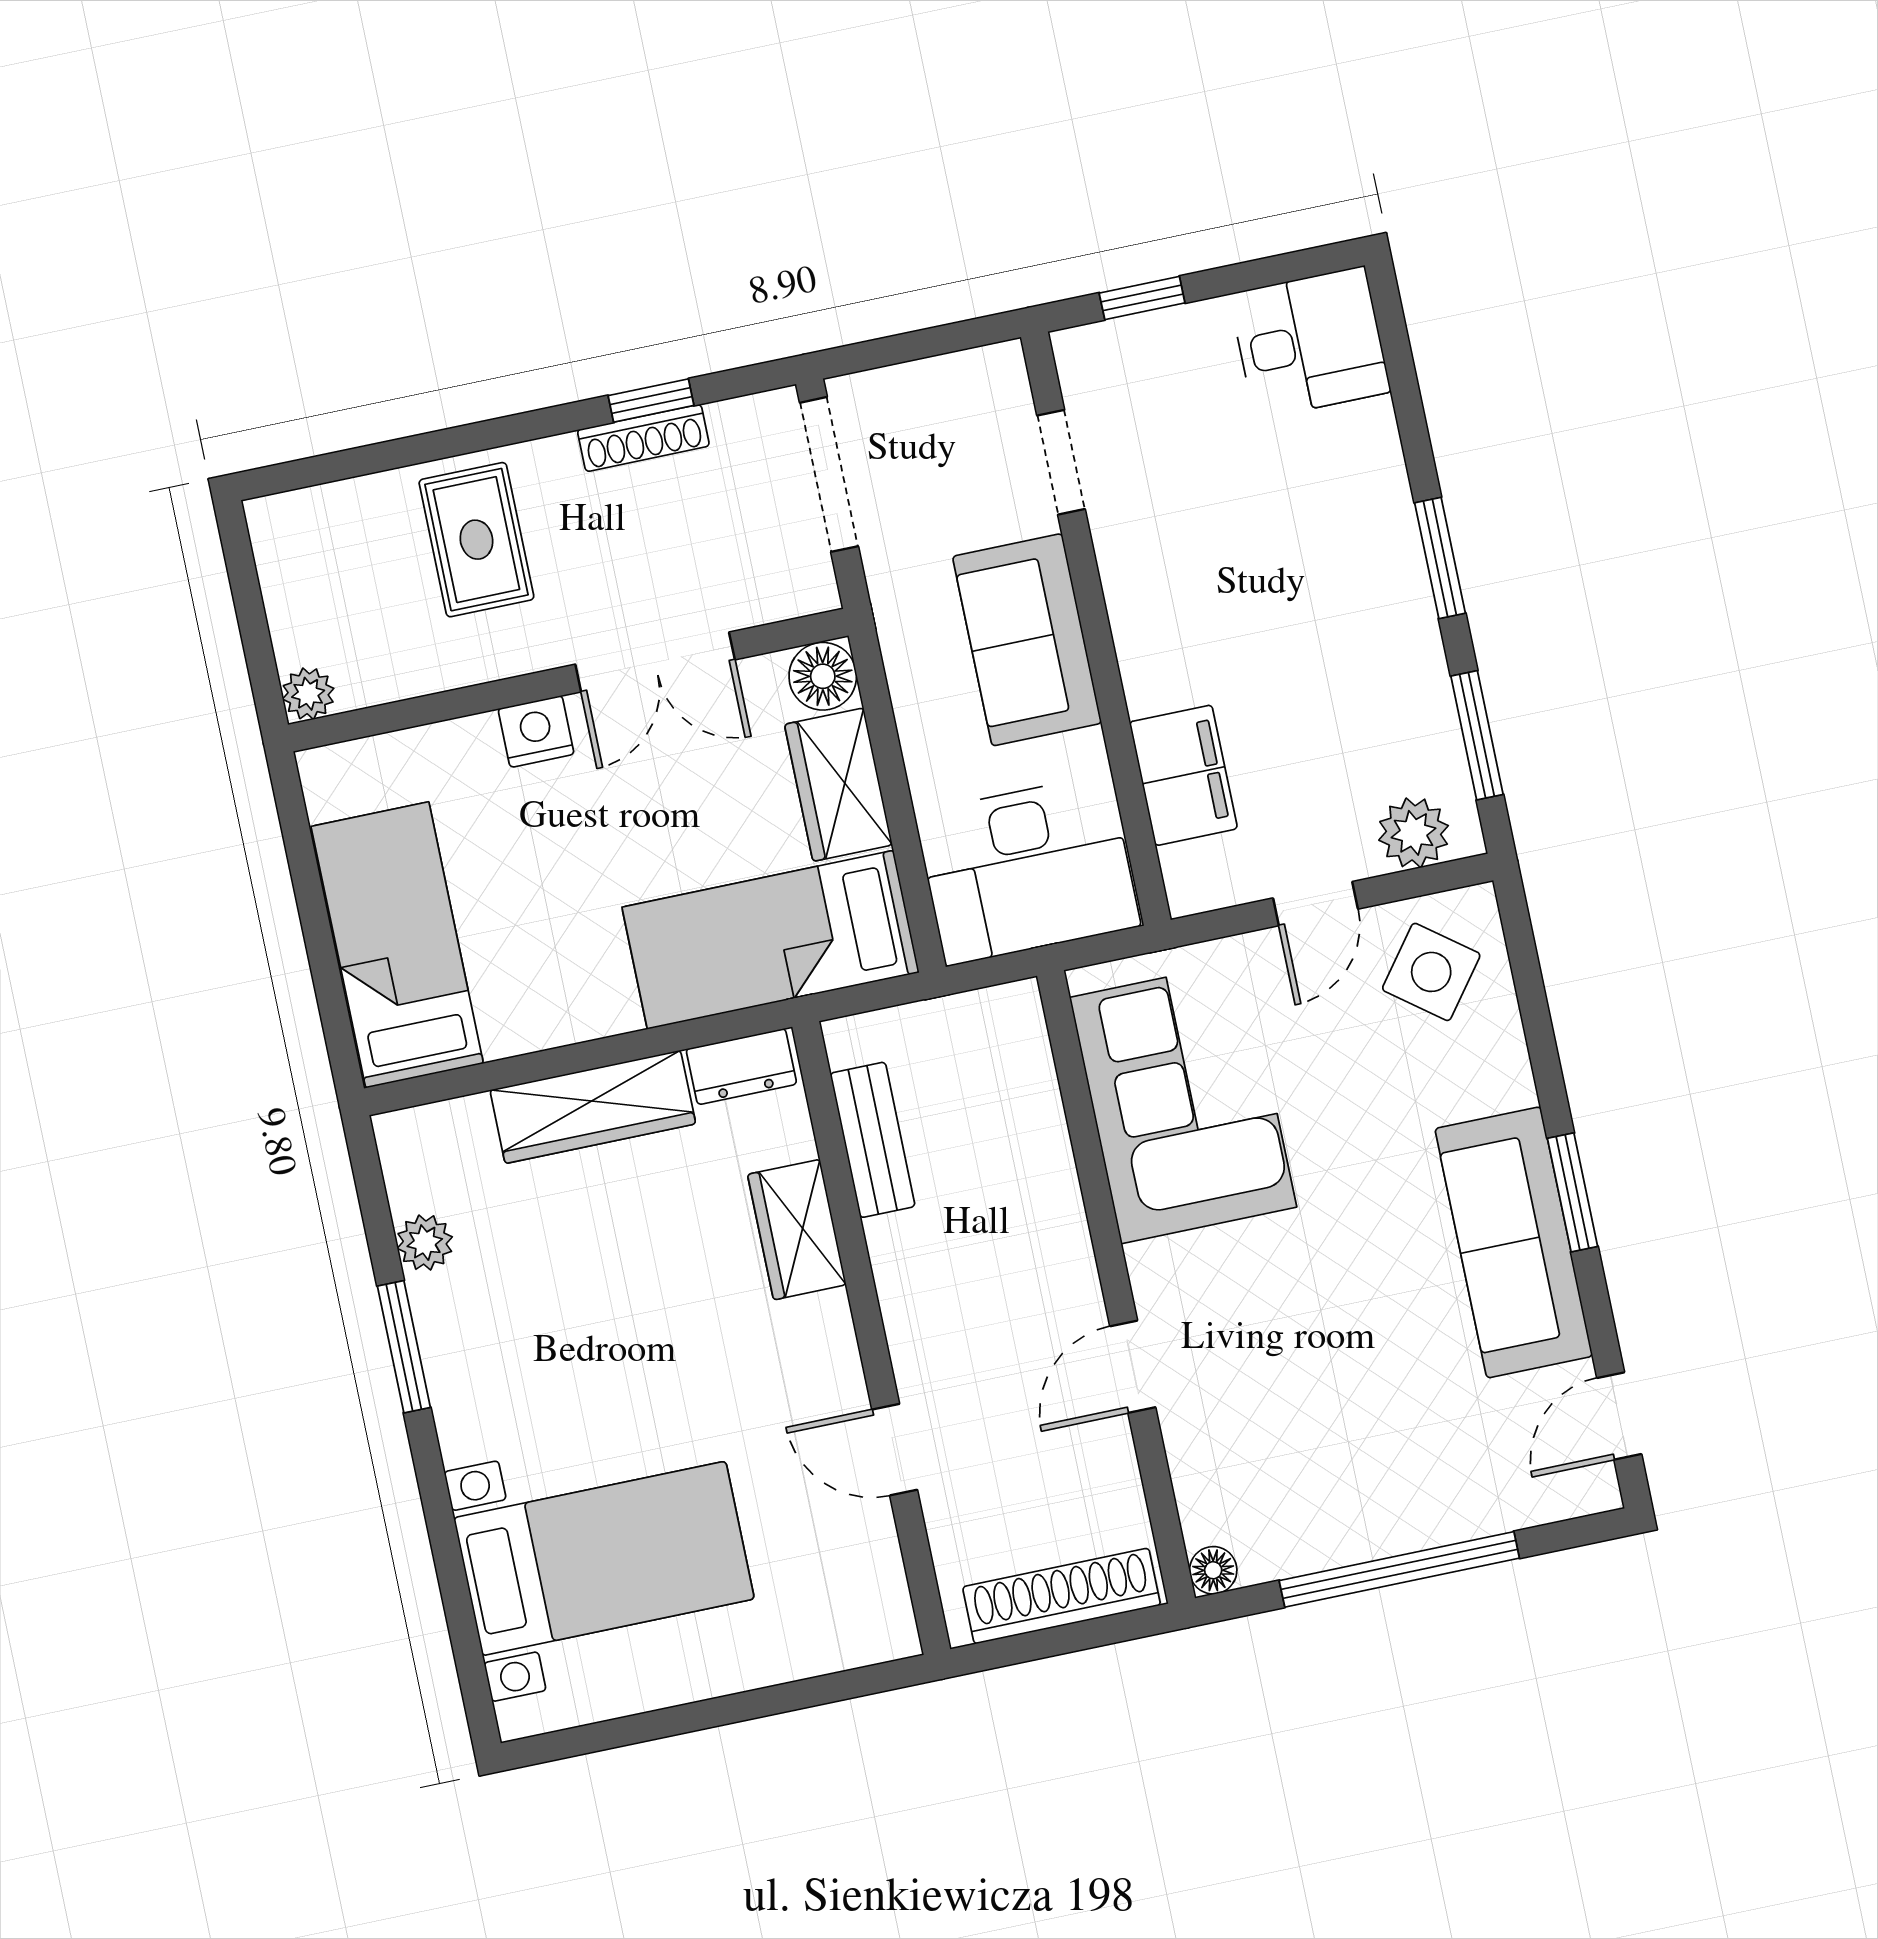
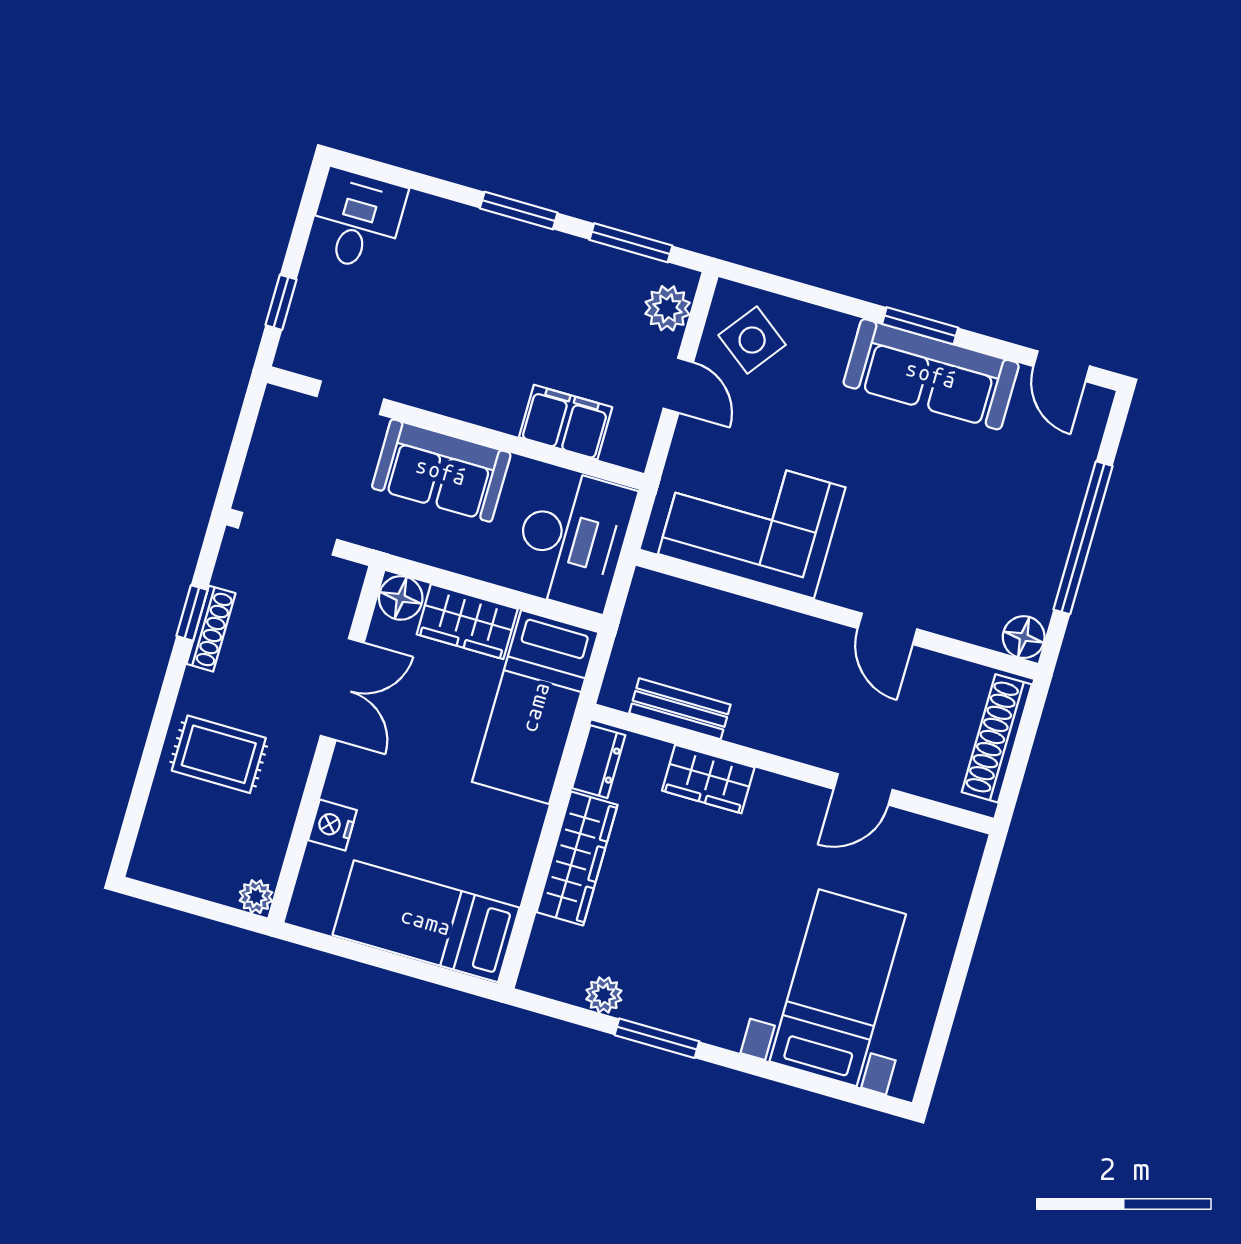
nightstand: (536, 731) -> (332, 825), moved
floor lamp: (1213, 1570) -> (1024, 637), width x1.37, depth x1.37

